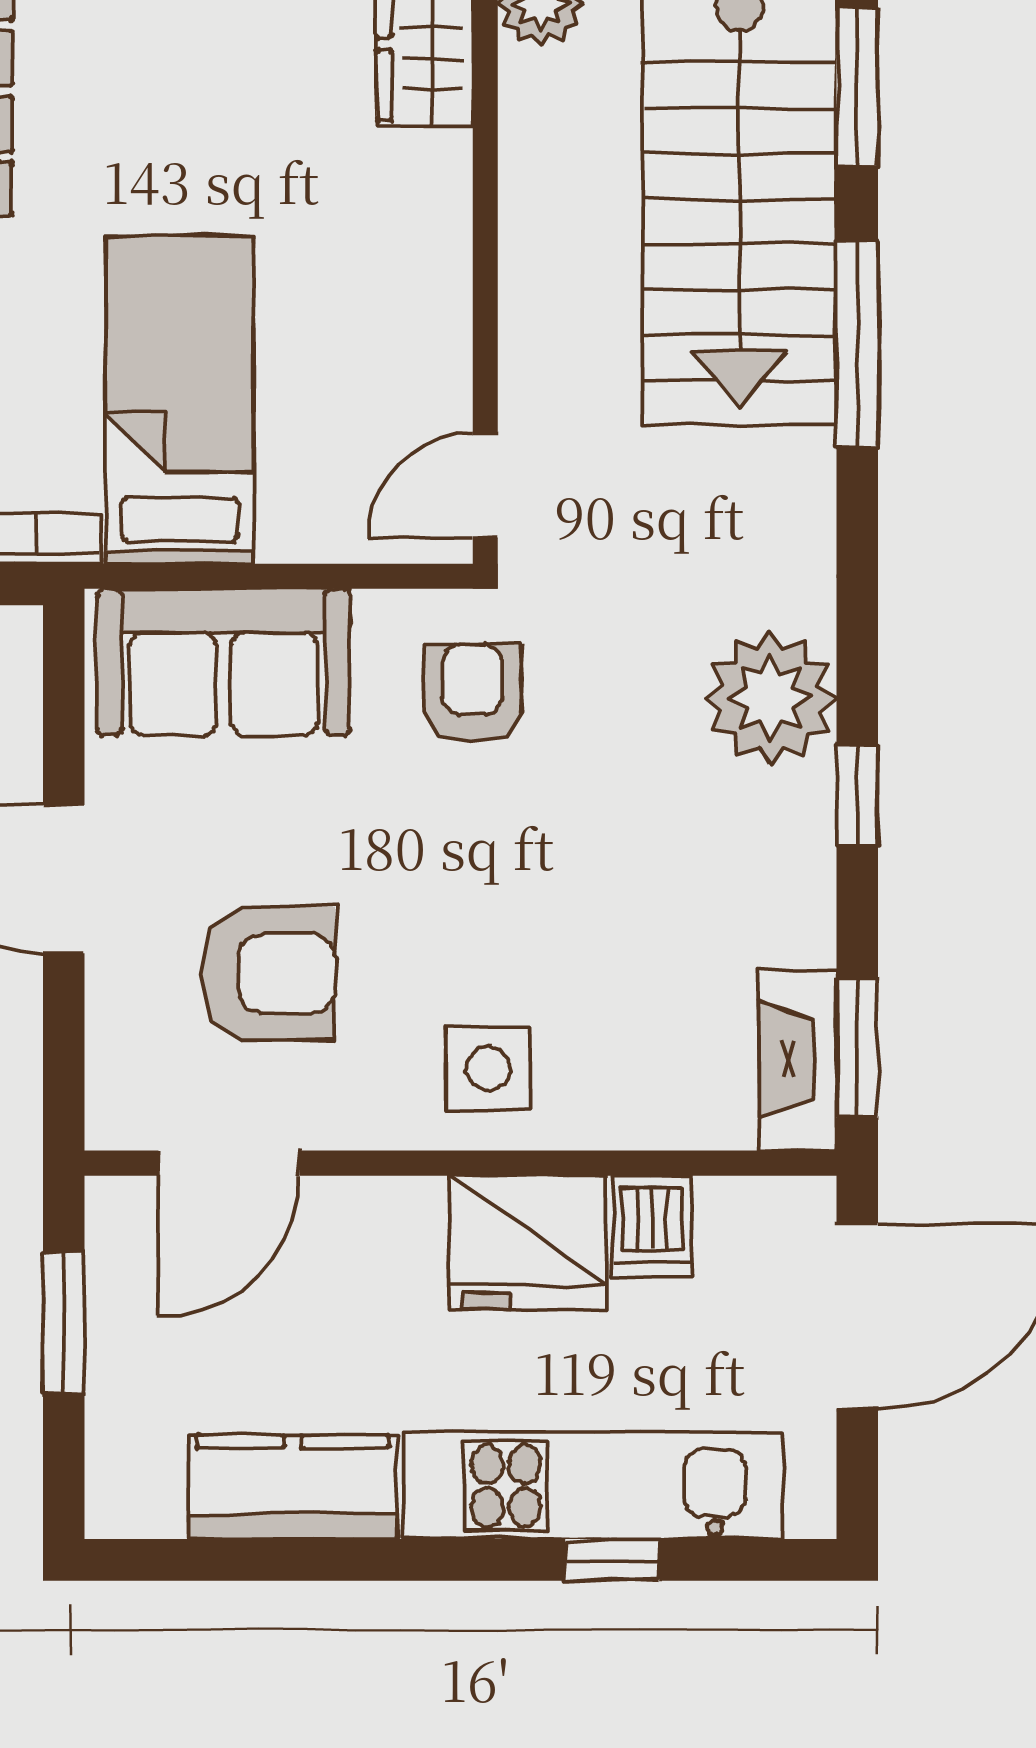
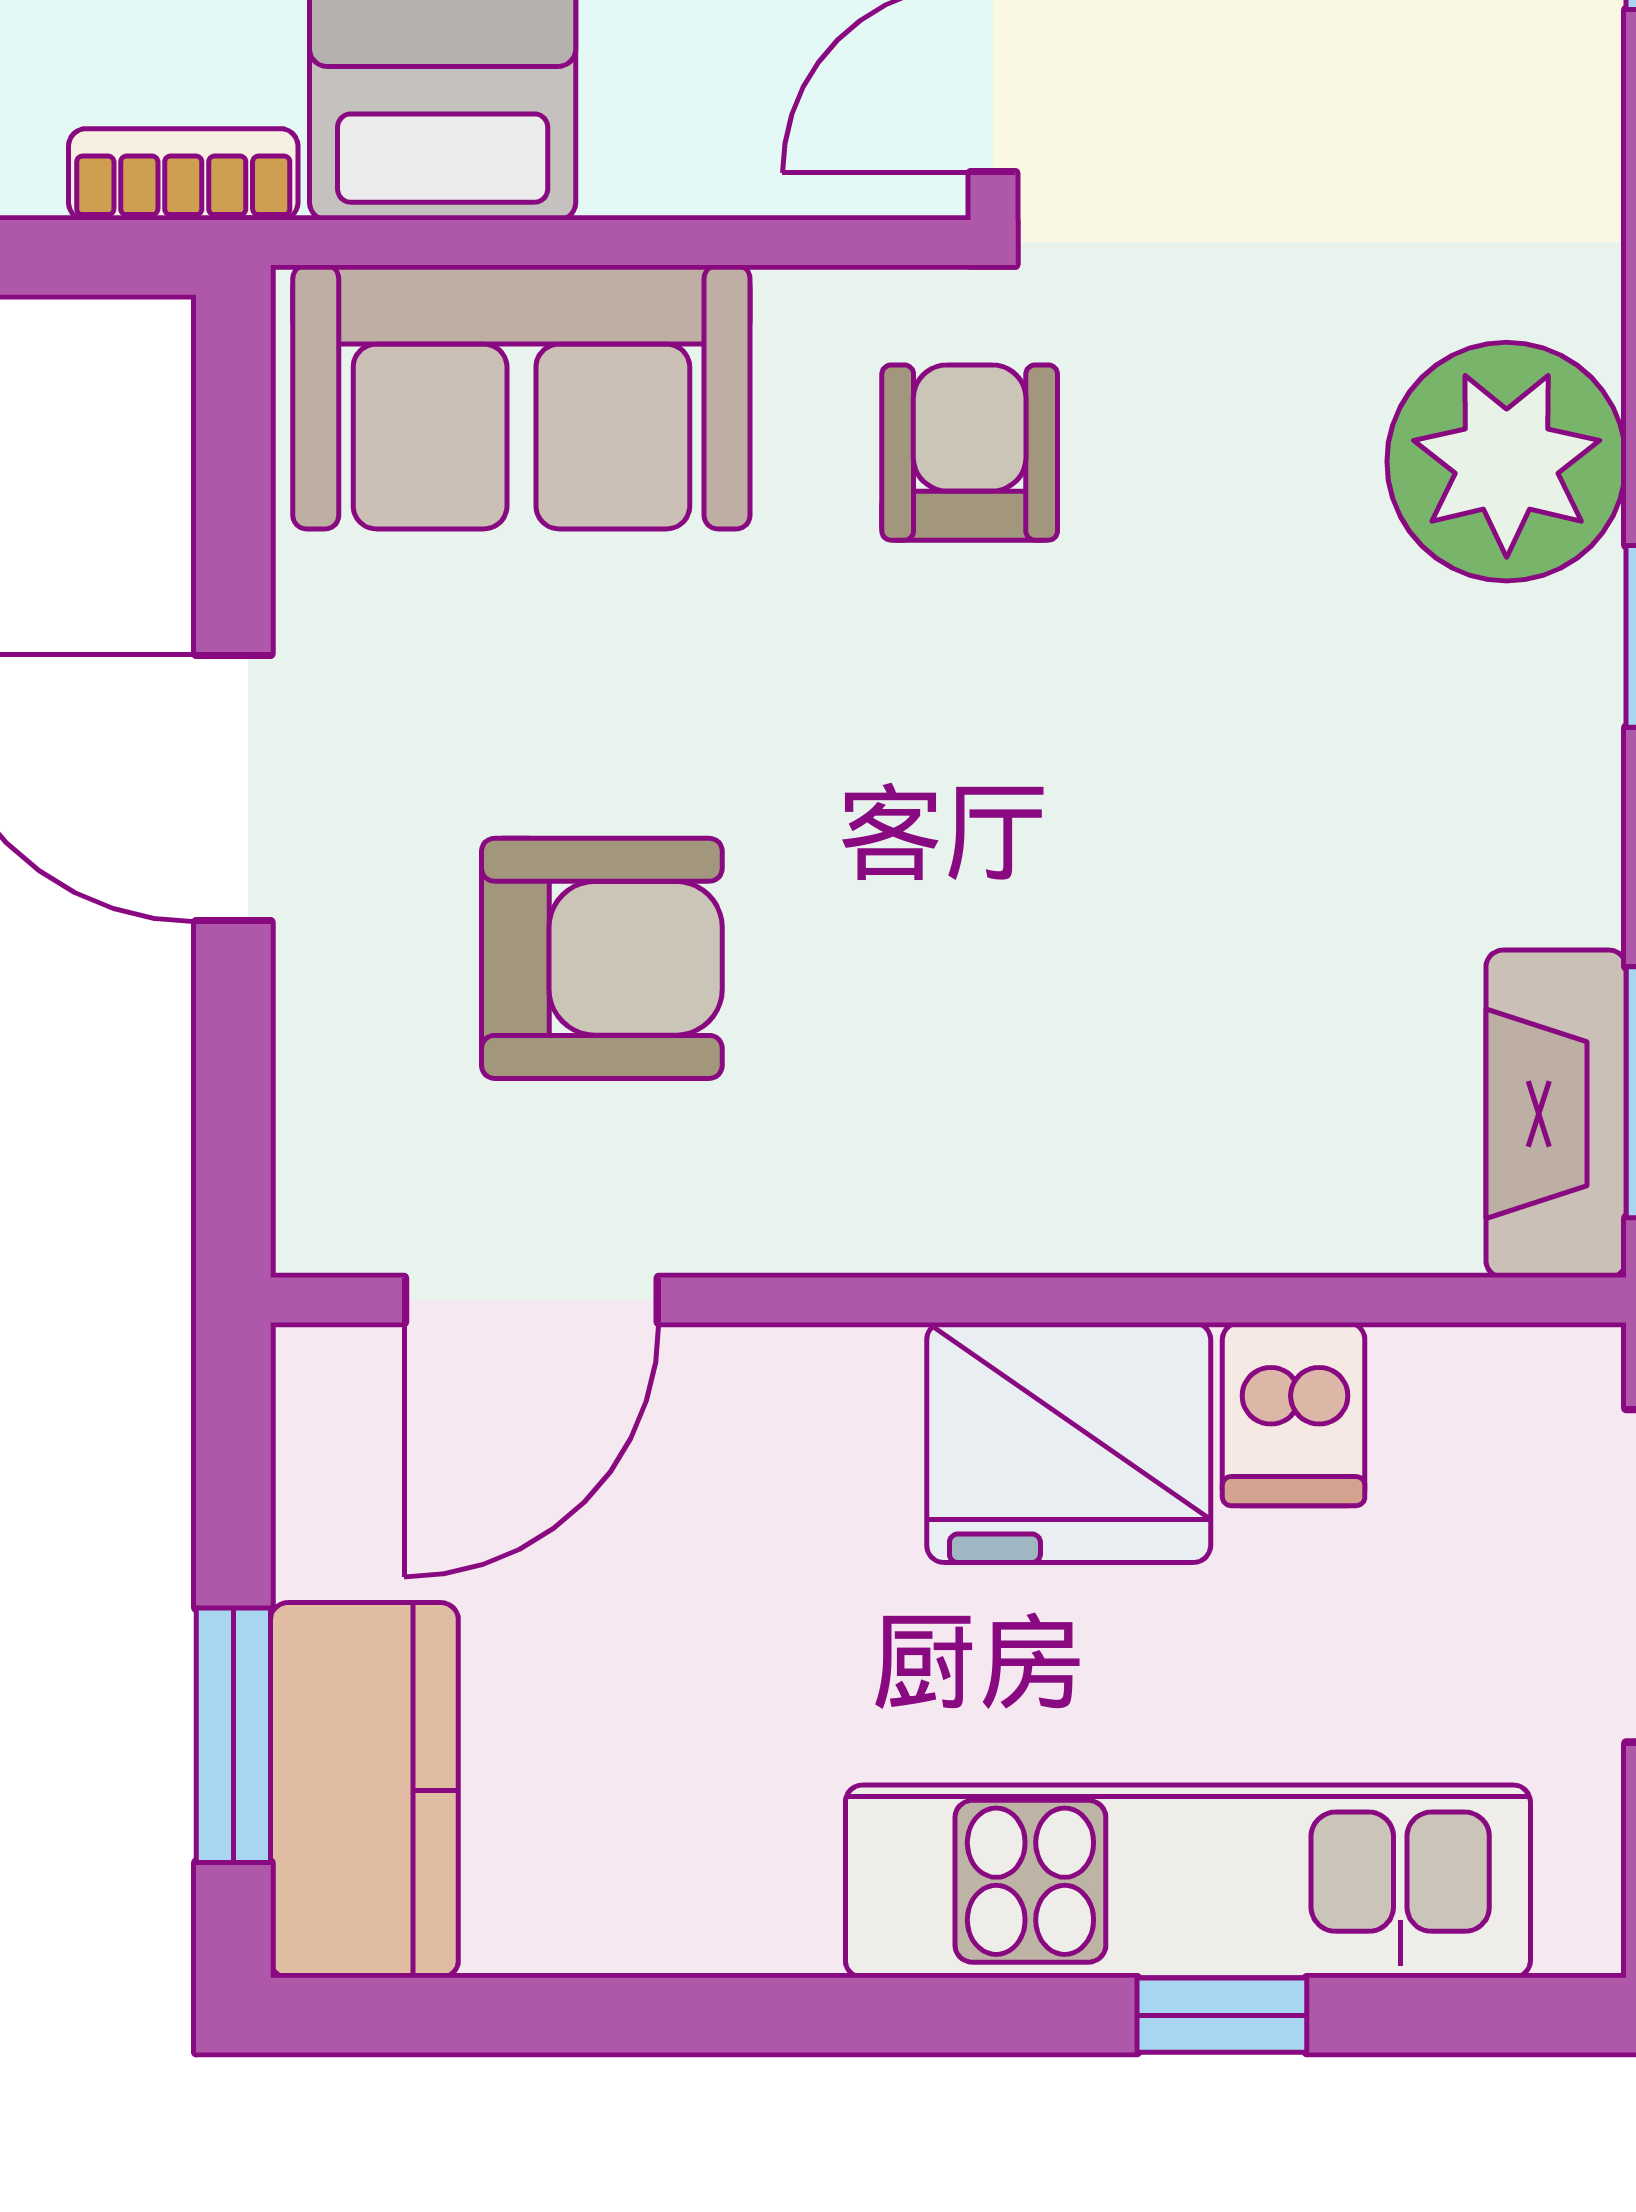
side table: (488, 1068) -> (999, 1129), removed
window: (64, 1323) -> (233, 1735), moved
kitchen counter: (293, 1487) -> (364, 1790), moved, turned 90

